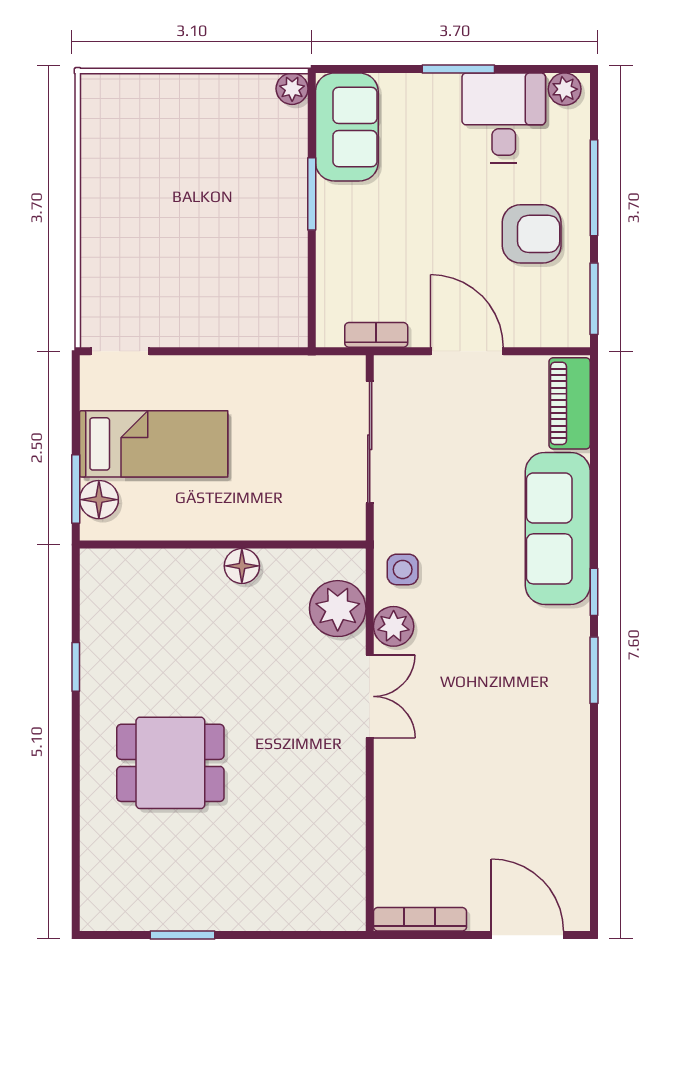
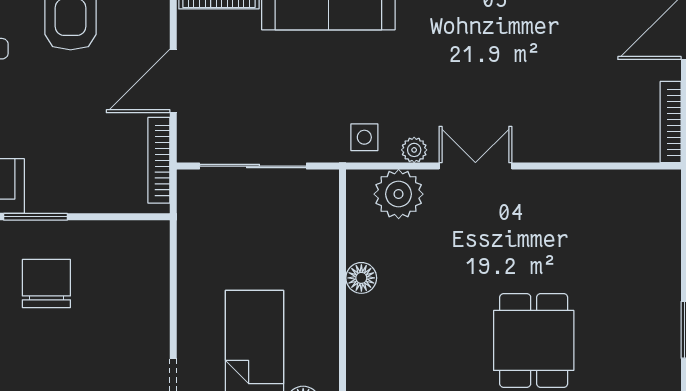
chair: (236, 206) -> (46, 283), added
bookcase: (376, 335) -> (159, 160), width x1.56
plant: (394, 626) -> (414, 150), width x0.73, depth x0.73

